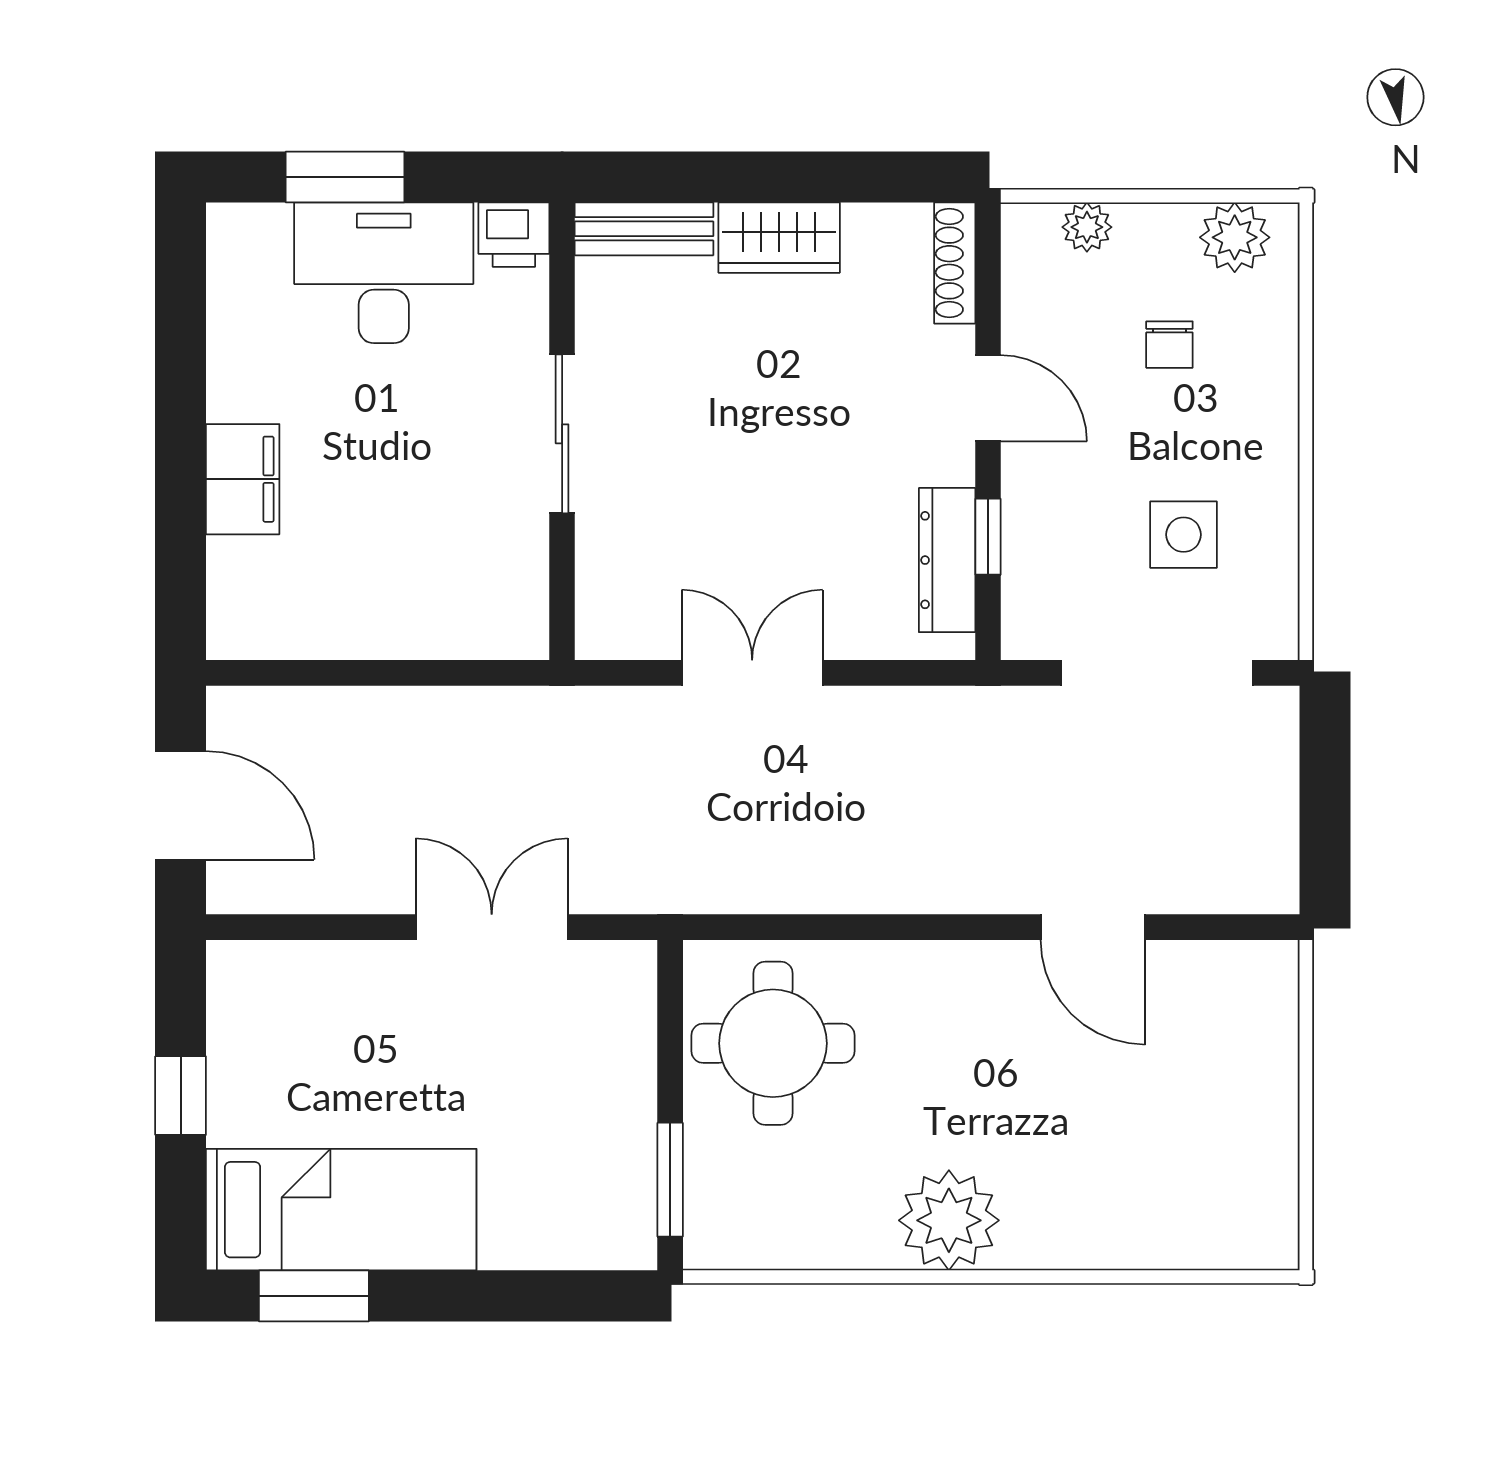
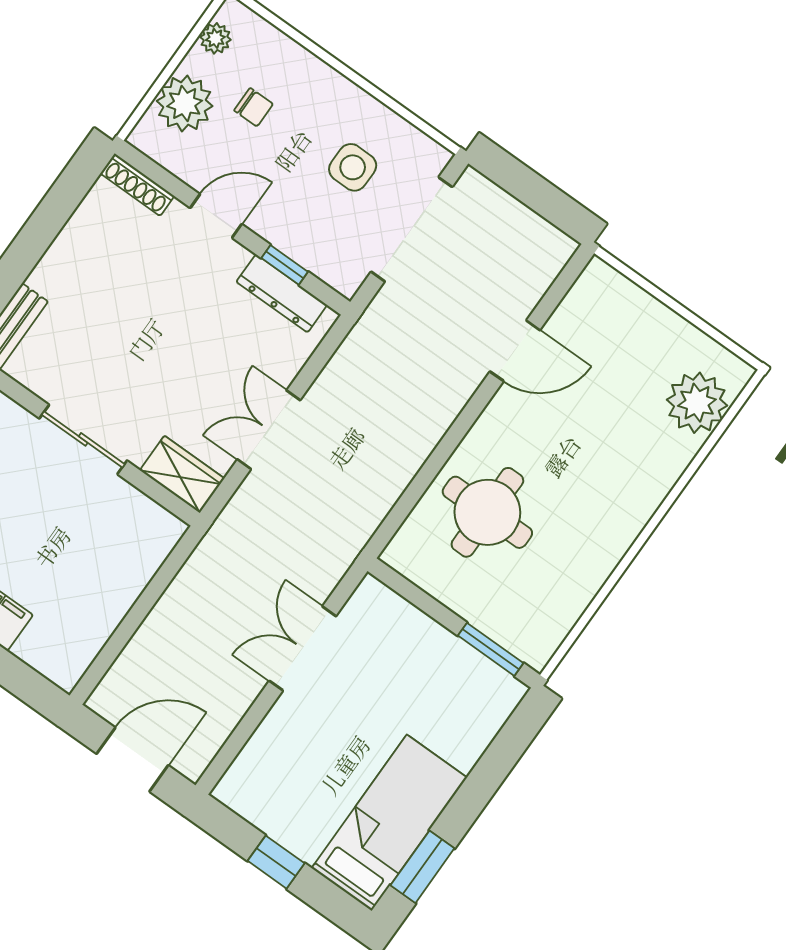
plant: (1087, 227) -> (185, 104), width x1.88, depth x1.88
plant: (1235, 237) -> (215, 38), width x0.73, depth x0.73
wardrobe: (779, 238) -> (182, 474), moved, turned -90
round table: (773, 1043) -> (487, 512), moved
plant: (949, 1220) -> (697, 403), moved

